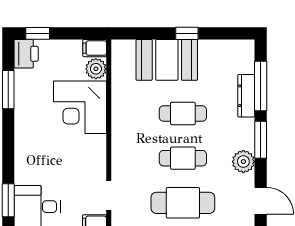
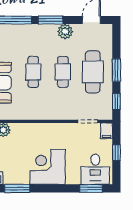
dresser: (246, 96) -> (21, 30), removed
corner desk: (80, 107) -> (47, 167), moved, turned 180

